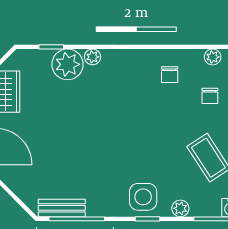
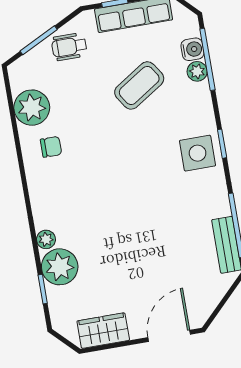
plant: (213, 57) -> (32, 108), width x1.88, depth x1.88
chair: (210, 96) -> (68, 96), removed
plant: (180, 208) -> (197, 71), moved

